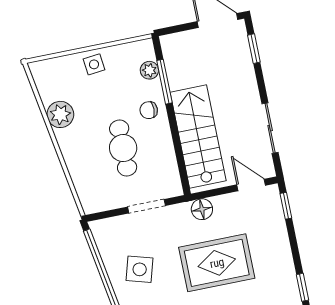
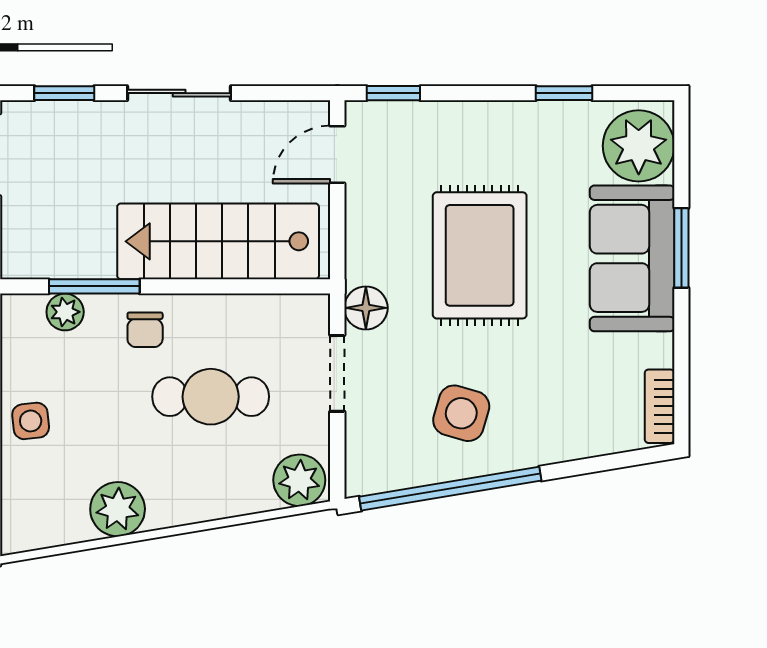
sliding door: (270, 128) -> (179, 93), moved
plant: (92, 198) -> (299, 480), added
floor lamp: (202, 209) -> (366, 308), moved

